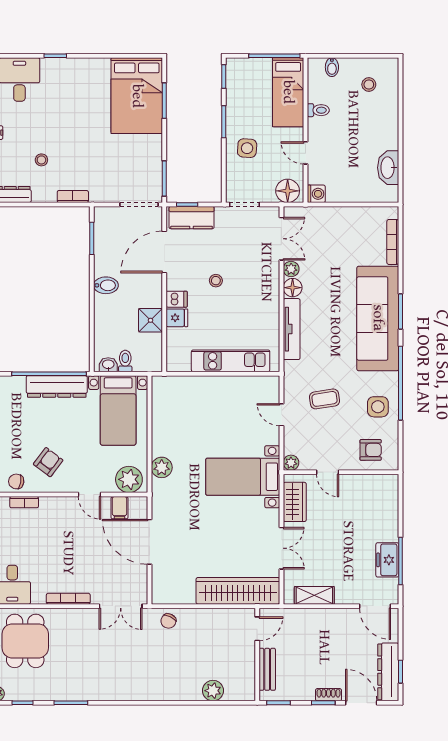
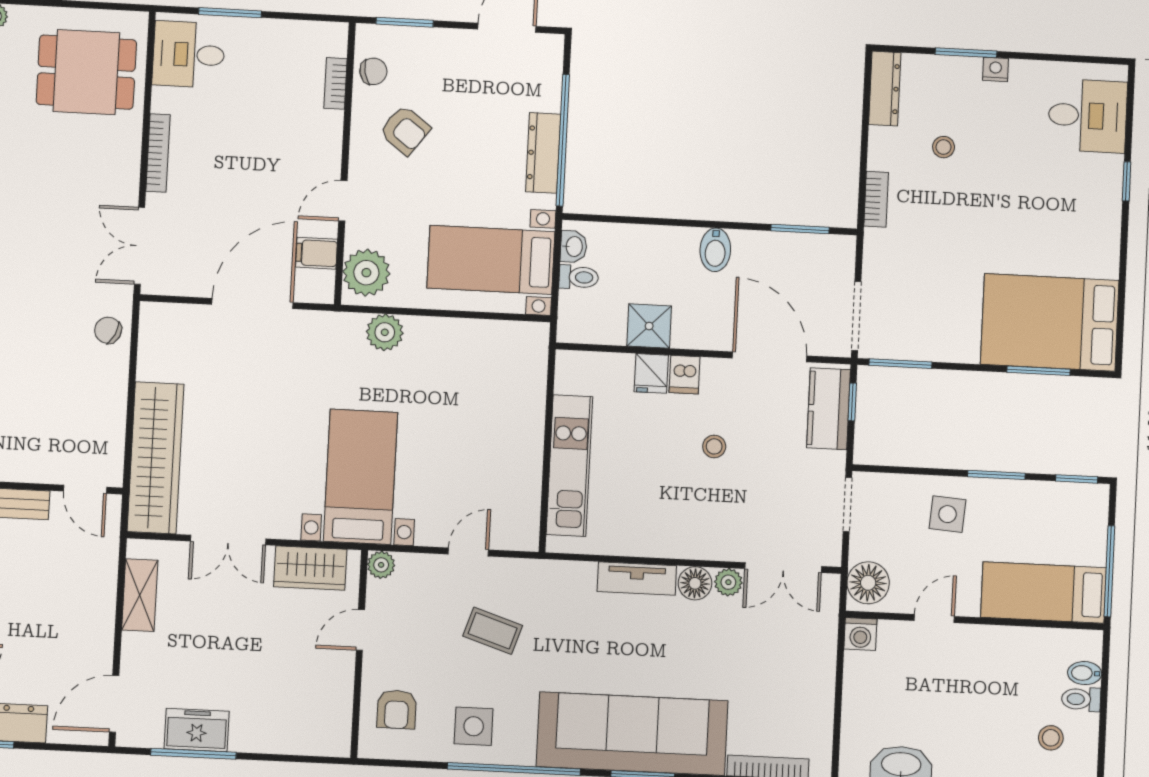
toilet: (318, 110) -> (1081, 699), moved, turned 90
tv unit: (292, 329) -> (637, 579), width x0.71
dresser: (57, 386) -> (543, 153), width x0.73, depth x0.80
coffee table: (325, 399) -> (493, 631), turned -63
chair: (16, 481) -> (373, 71), turned 70

